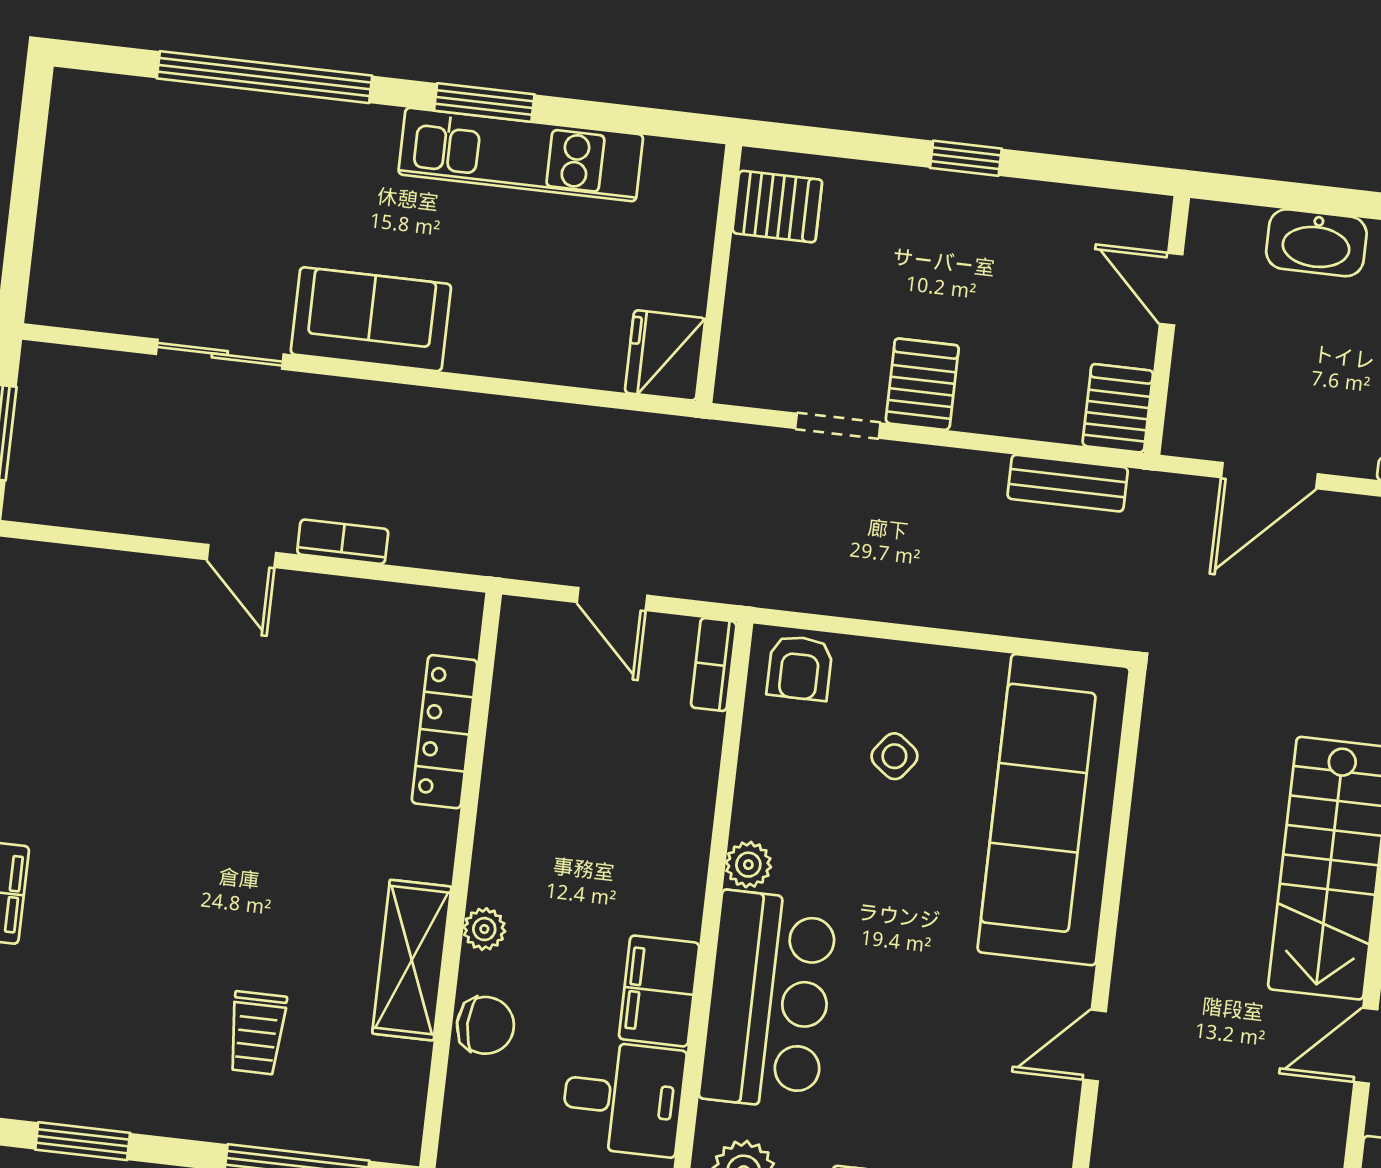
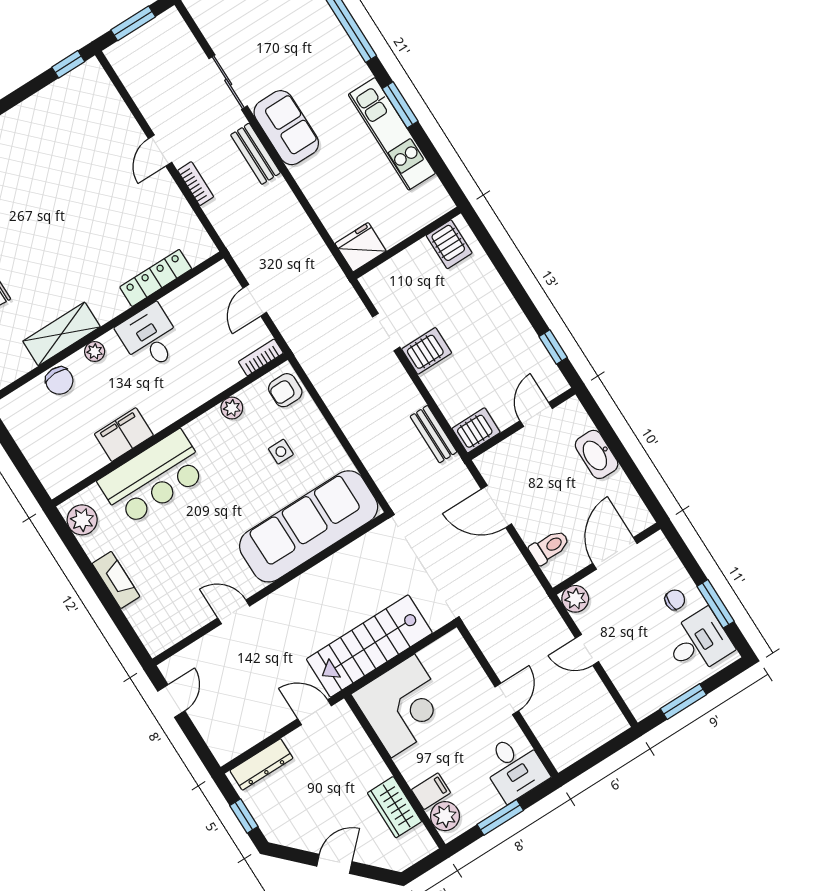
window: (966, 158) -> (553, 347), moved
bench: (373, 404) -> (255, 154), added
side table: (894, 756) -> (281, 452), turned -37
plant: (748, 865) -> (232, 408), moved
desk: (623, 1098) -> (150, 338), moved, turned 180

